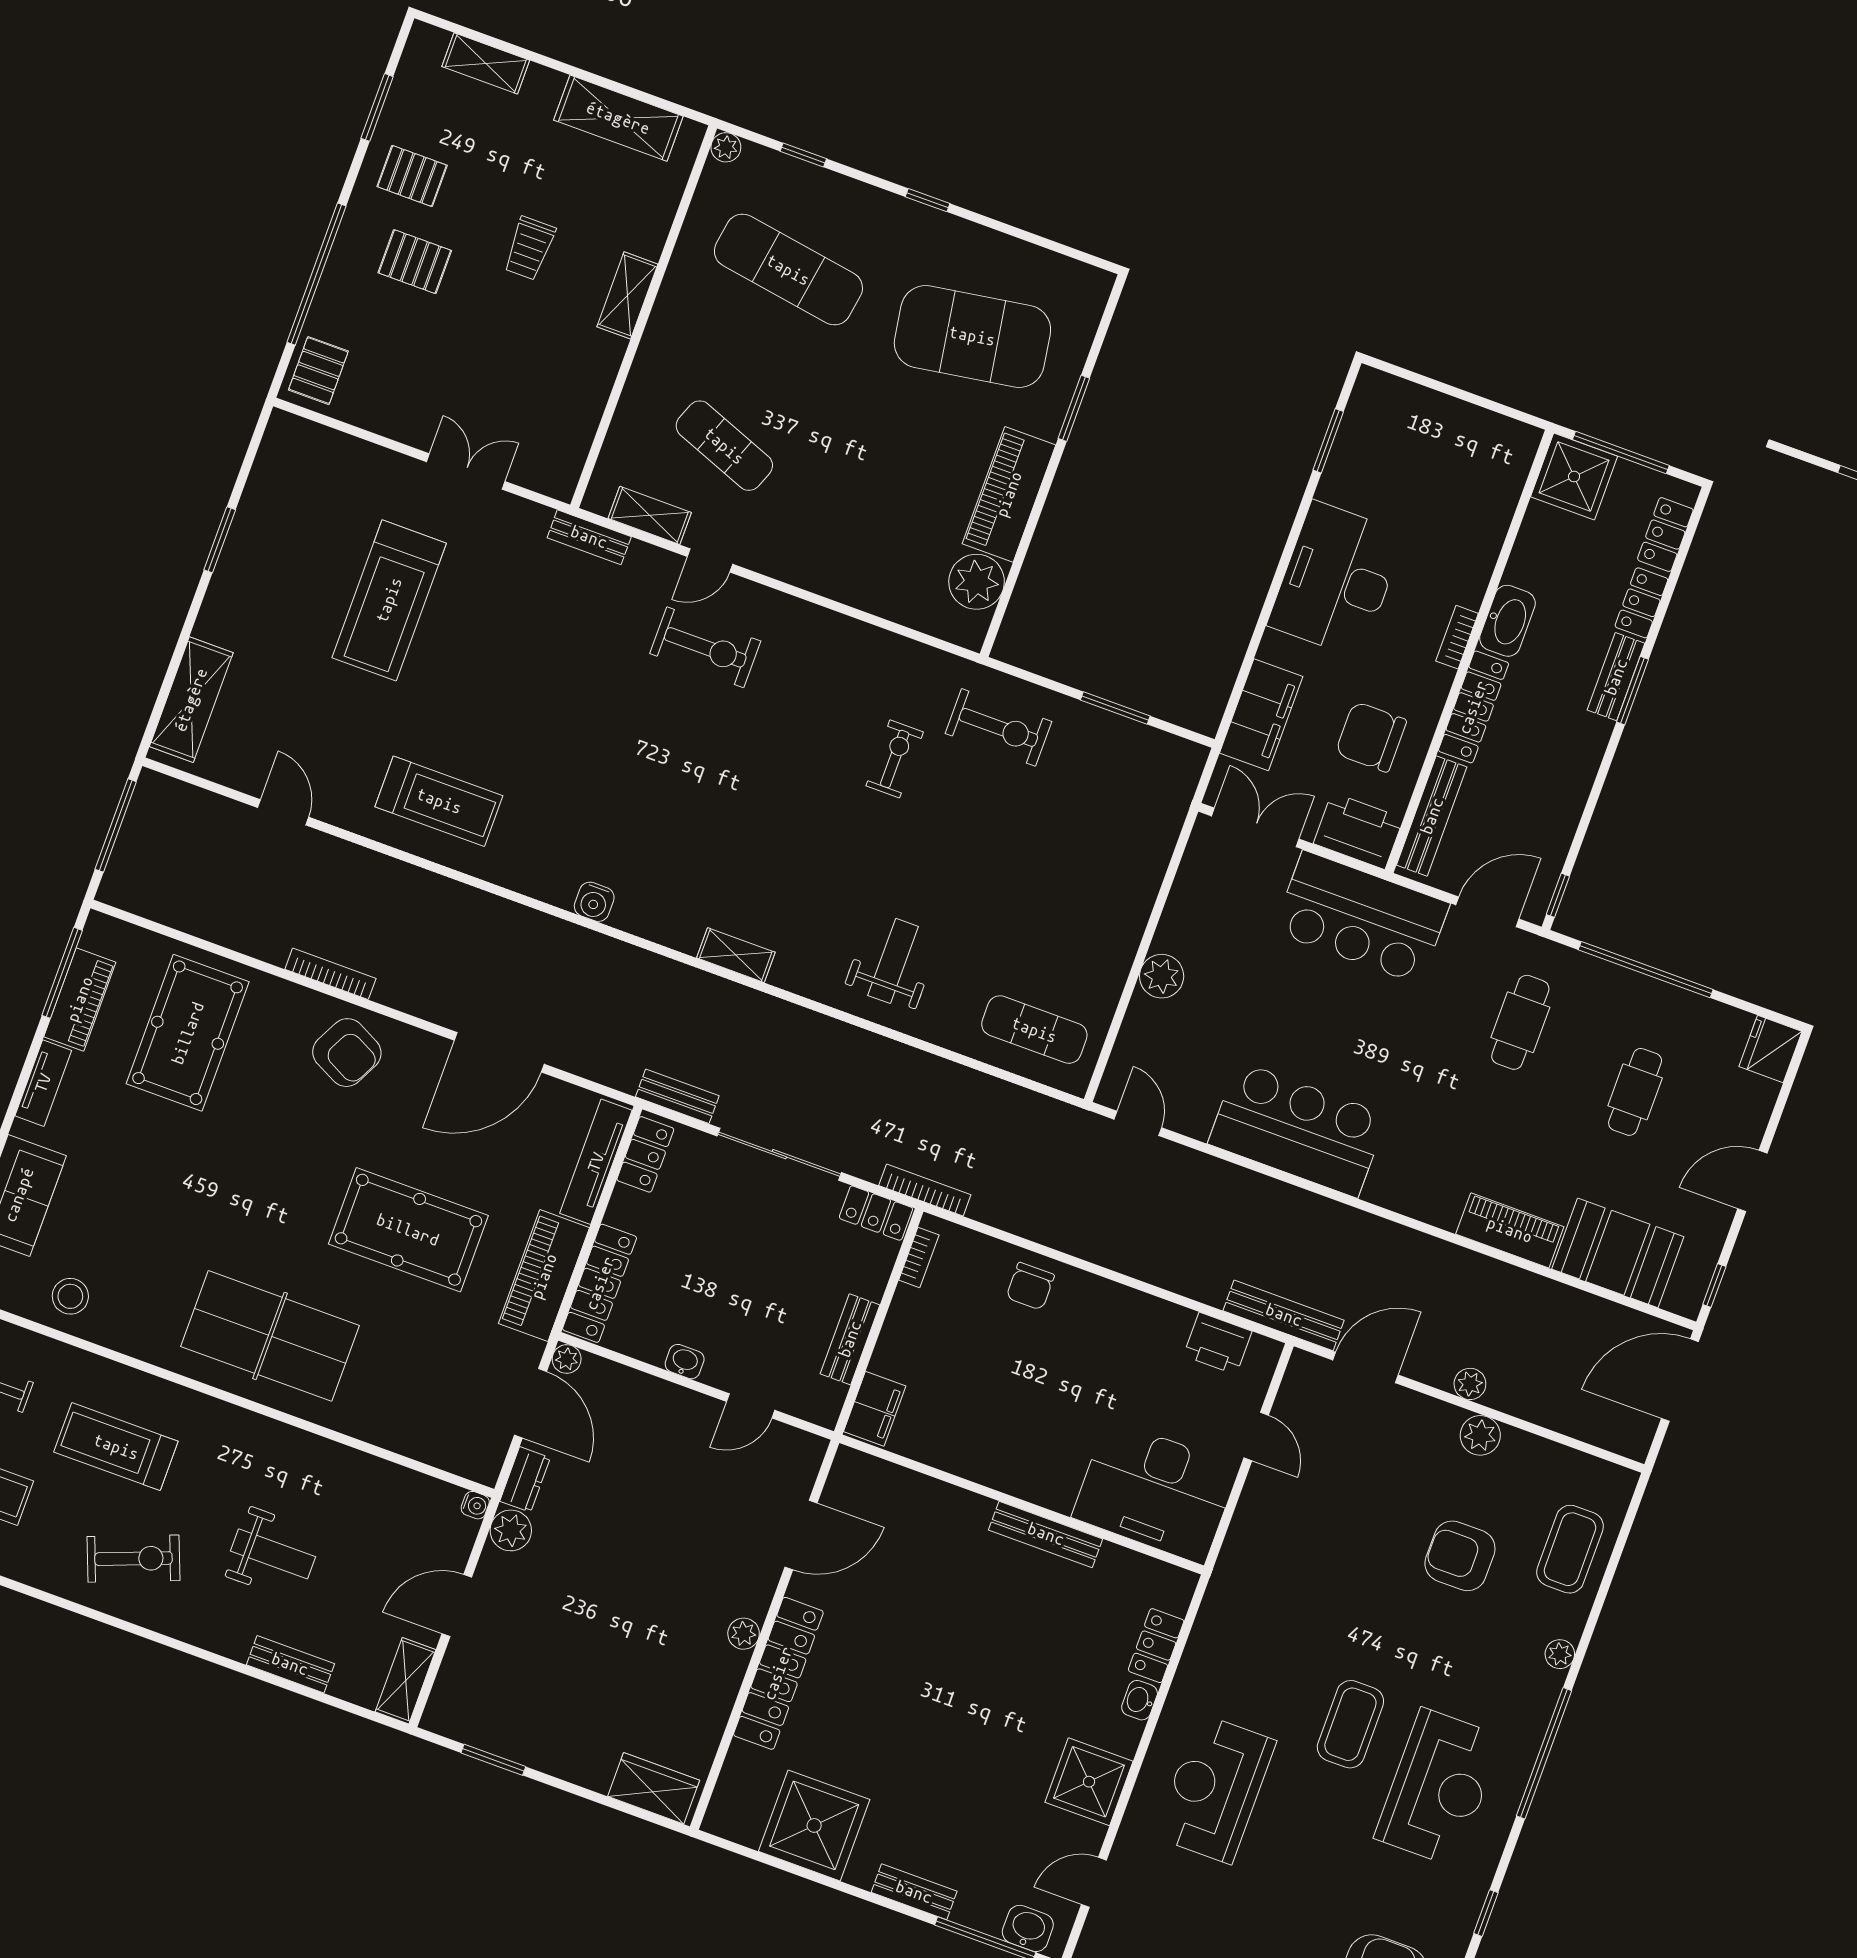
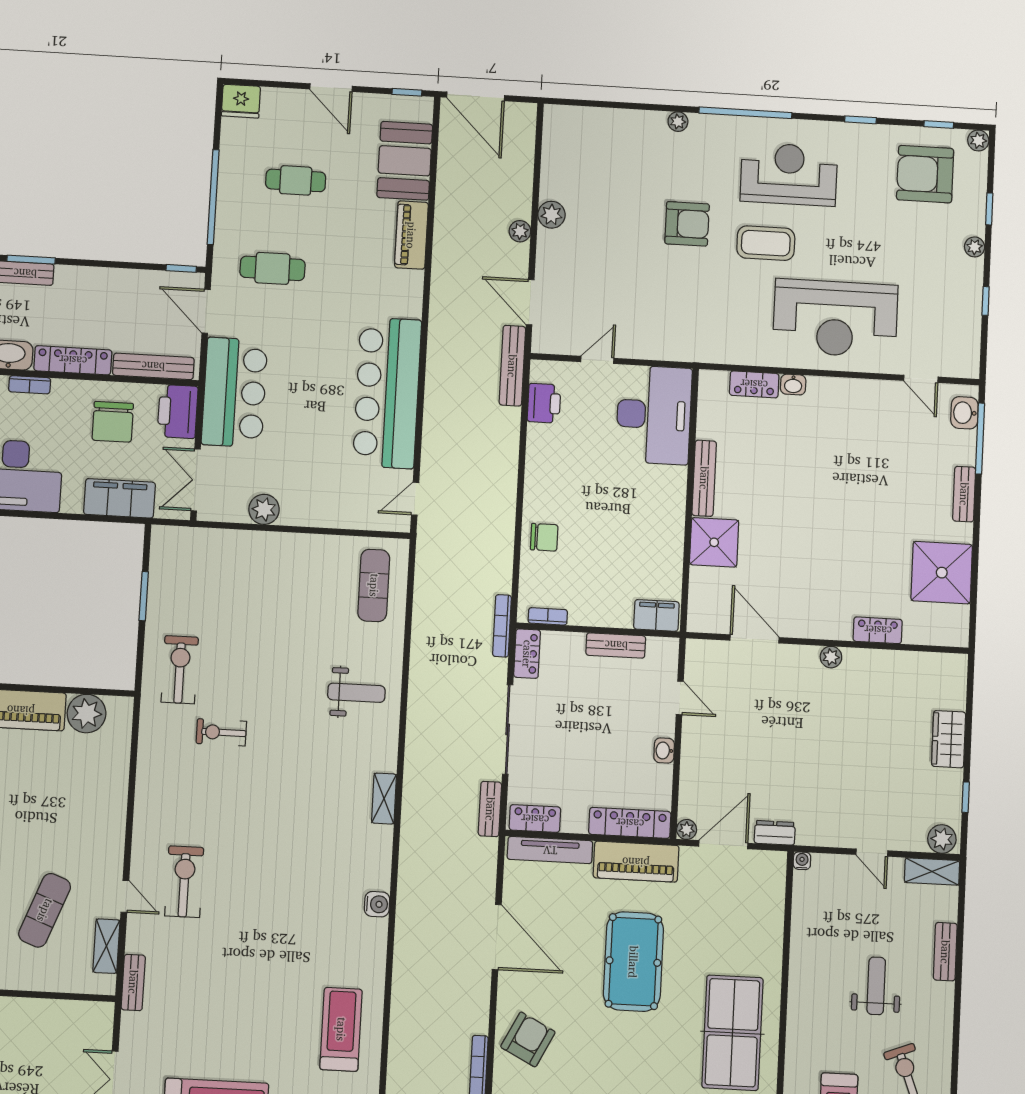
weight bench: (893, 961) -> (356, 693), turned 180
plant: (1162, 976) -> (264, 509), moved
bar counter: (1298, 1129) -> (387, 393), width x1.36
plant: (511, 1530) -> (942, 839), moved
coffee table: (1570, 1549) -> (608, 135), removed
armchair: (1460, 1556) -> (687, 224), moved, turned -90
door: (457, 1606) -> (872, 853), width x0.73
locker: (778, 1673) -> (878, 630), width x0.46, depth x0.83
window: (493, 1760) -> (966, 797), width x0.67
shower: (1089, 1782) -> (714, 542), moved
wardrobe: (654, 1788) -> (949, 739), moved
reception desk: (1215, 1789) -> (835, 318), width x1.36, depth x1.30

